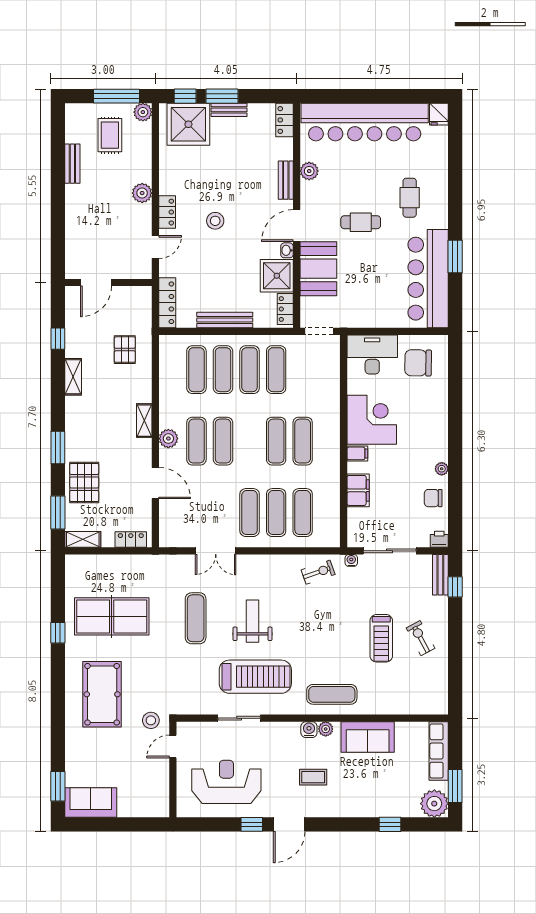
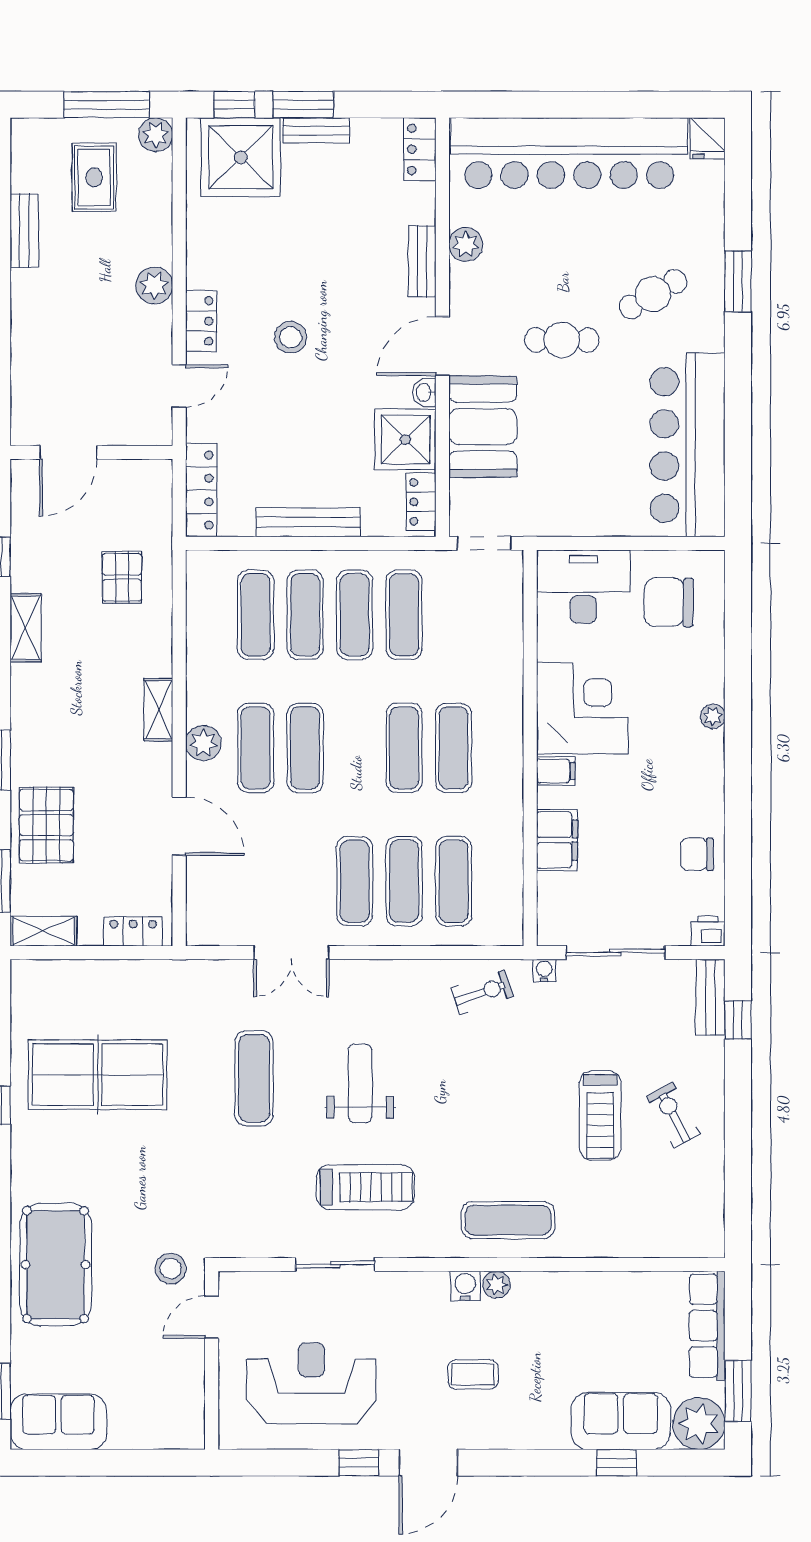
cafe table: (410, 198) -> (653, 294), turned 60
window: (455, 257) -> (738, 281), moved
plant: (442, 469) -> (713, 716), moved
treadmill: (255, 677) -> (365, 1187), width x0.73, depth x0.73
pool table: (102, 694) -> (55, 1265), moved
sofa: (368, 737) -> (621, 1421), moved, turned 180

